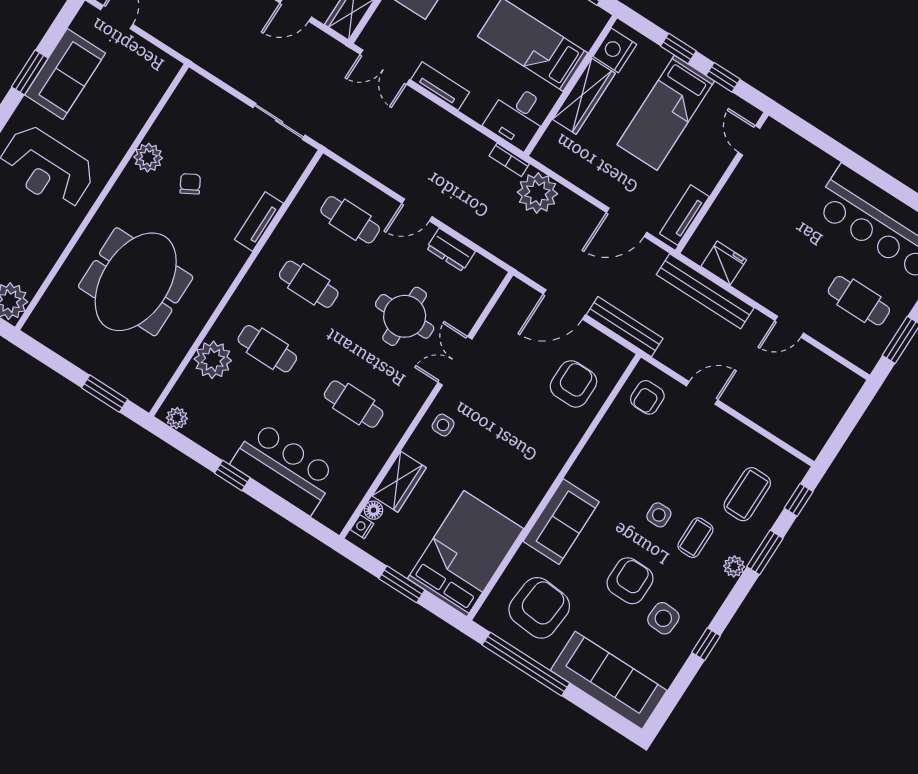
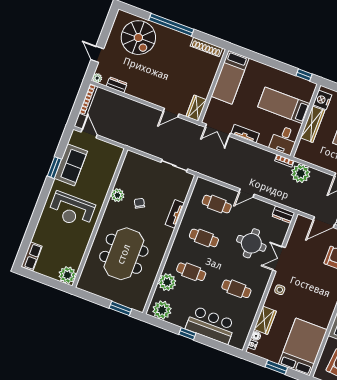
dresser: (451, 250) -> (283, 215), moved
plant: (177, 418) -> (162, 310), width x1.88, depth x1.88

